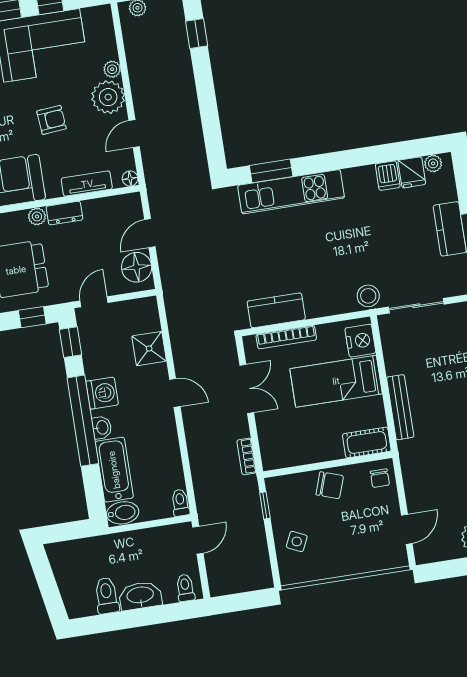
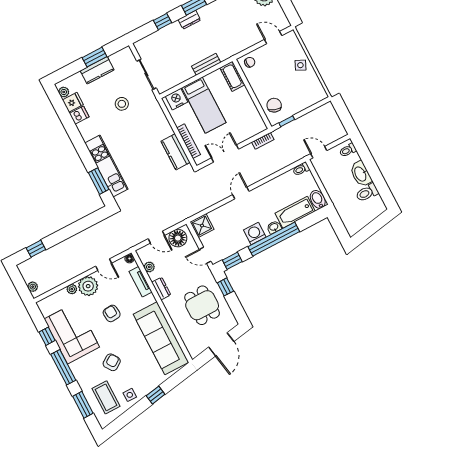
plant: (37, 216) -> (149, 267), moved
stool: (368, 296) -> (122, 104), moved
shower: (149, 349) -> (202, 226), moved
bench: (400, 407) -> (206, 64), width x0.73
chair: (330, 485) -> (274, 105), moved
side table: (297, 541) -> (300, 65), moved

